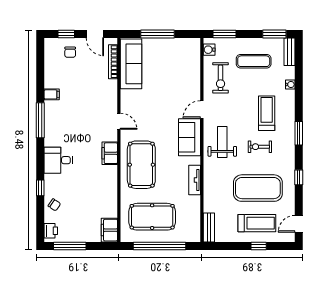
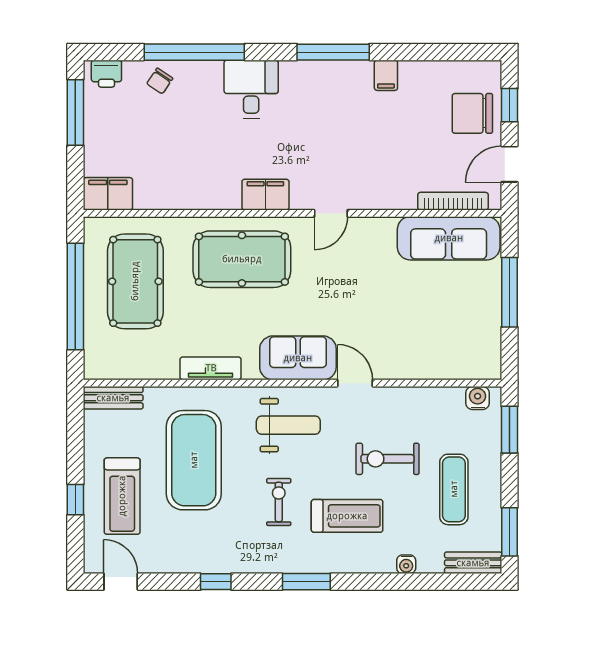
chair: (70, 52) -> (472, 113), width x1.87, depth x1.87
exercise bike: (221, 78) -> (387, 459), moved
window: (40, 188) -> (194, 52), width x3.17
exercise mat: (258, 188) -> (194, 460), moved

